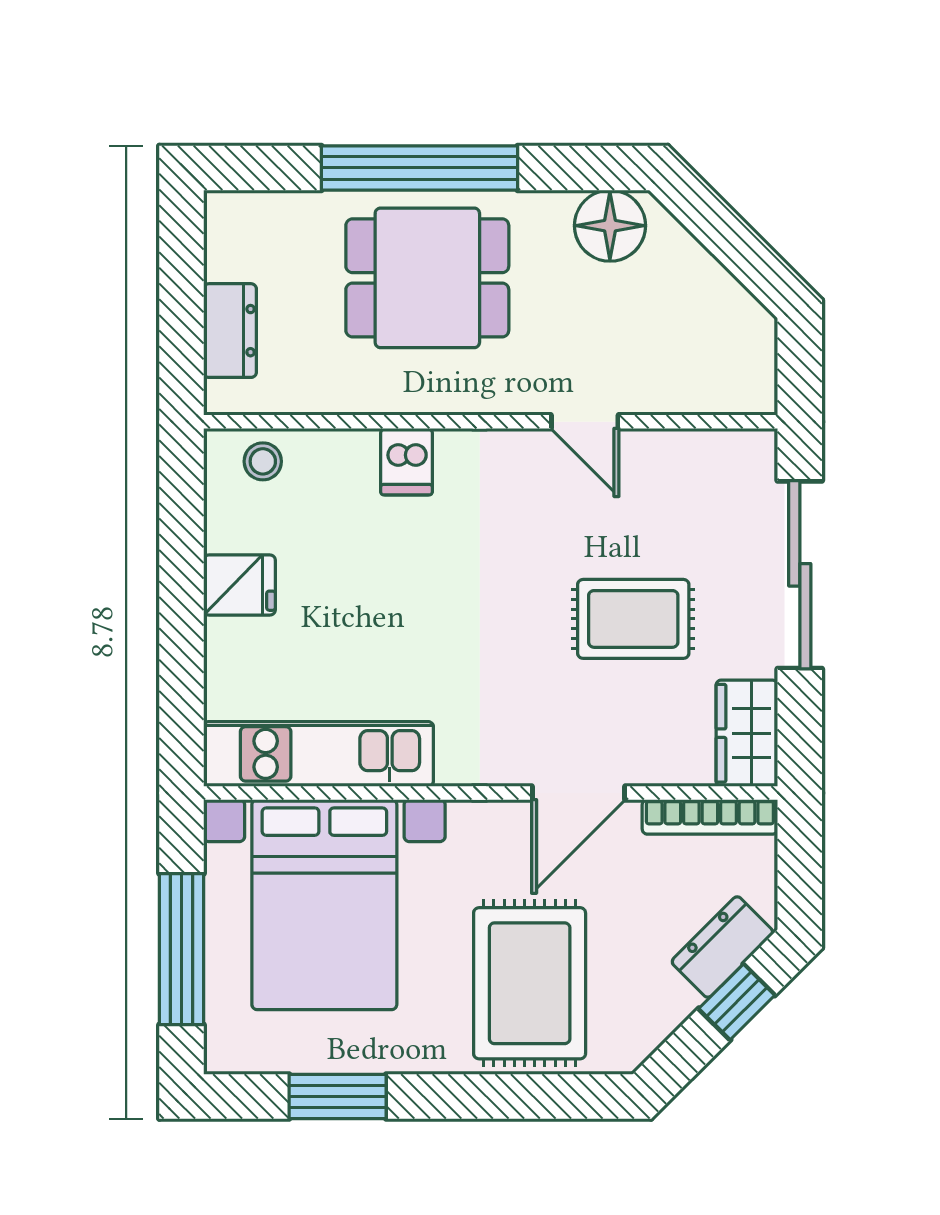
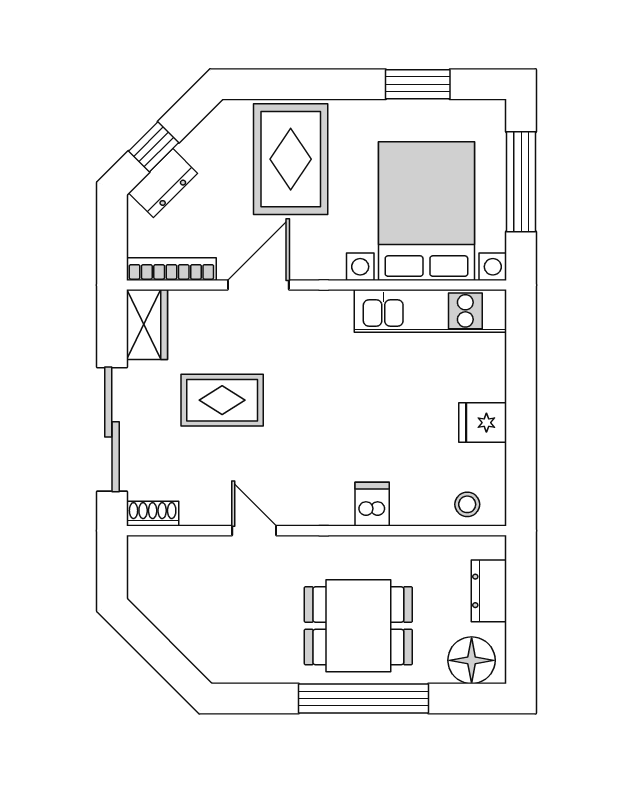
floor lamp: (610, 226) -> (472, 660), moved
shoe rack: (738, 447) -> (153, 514), added

